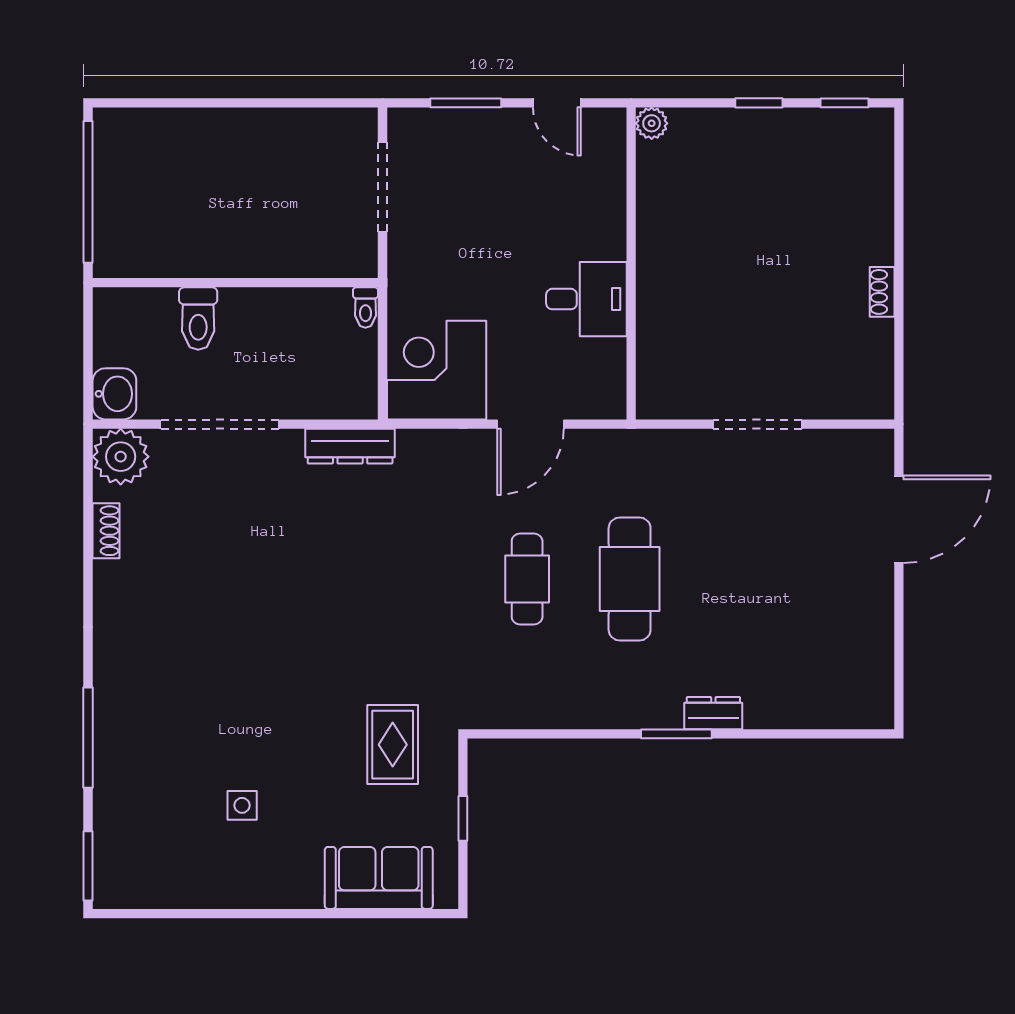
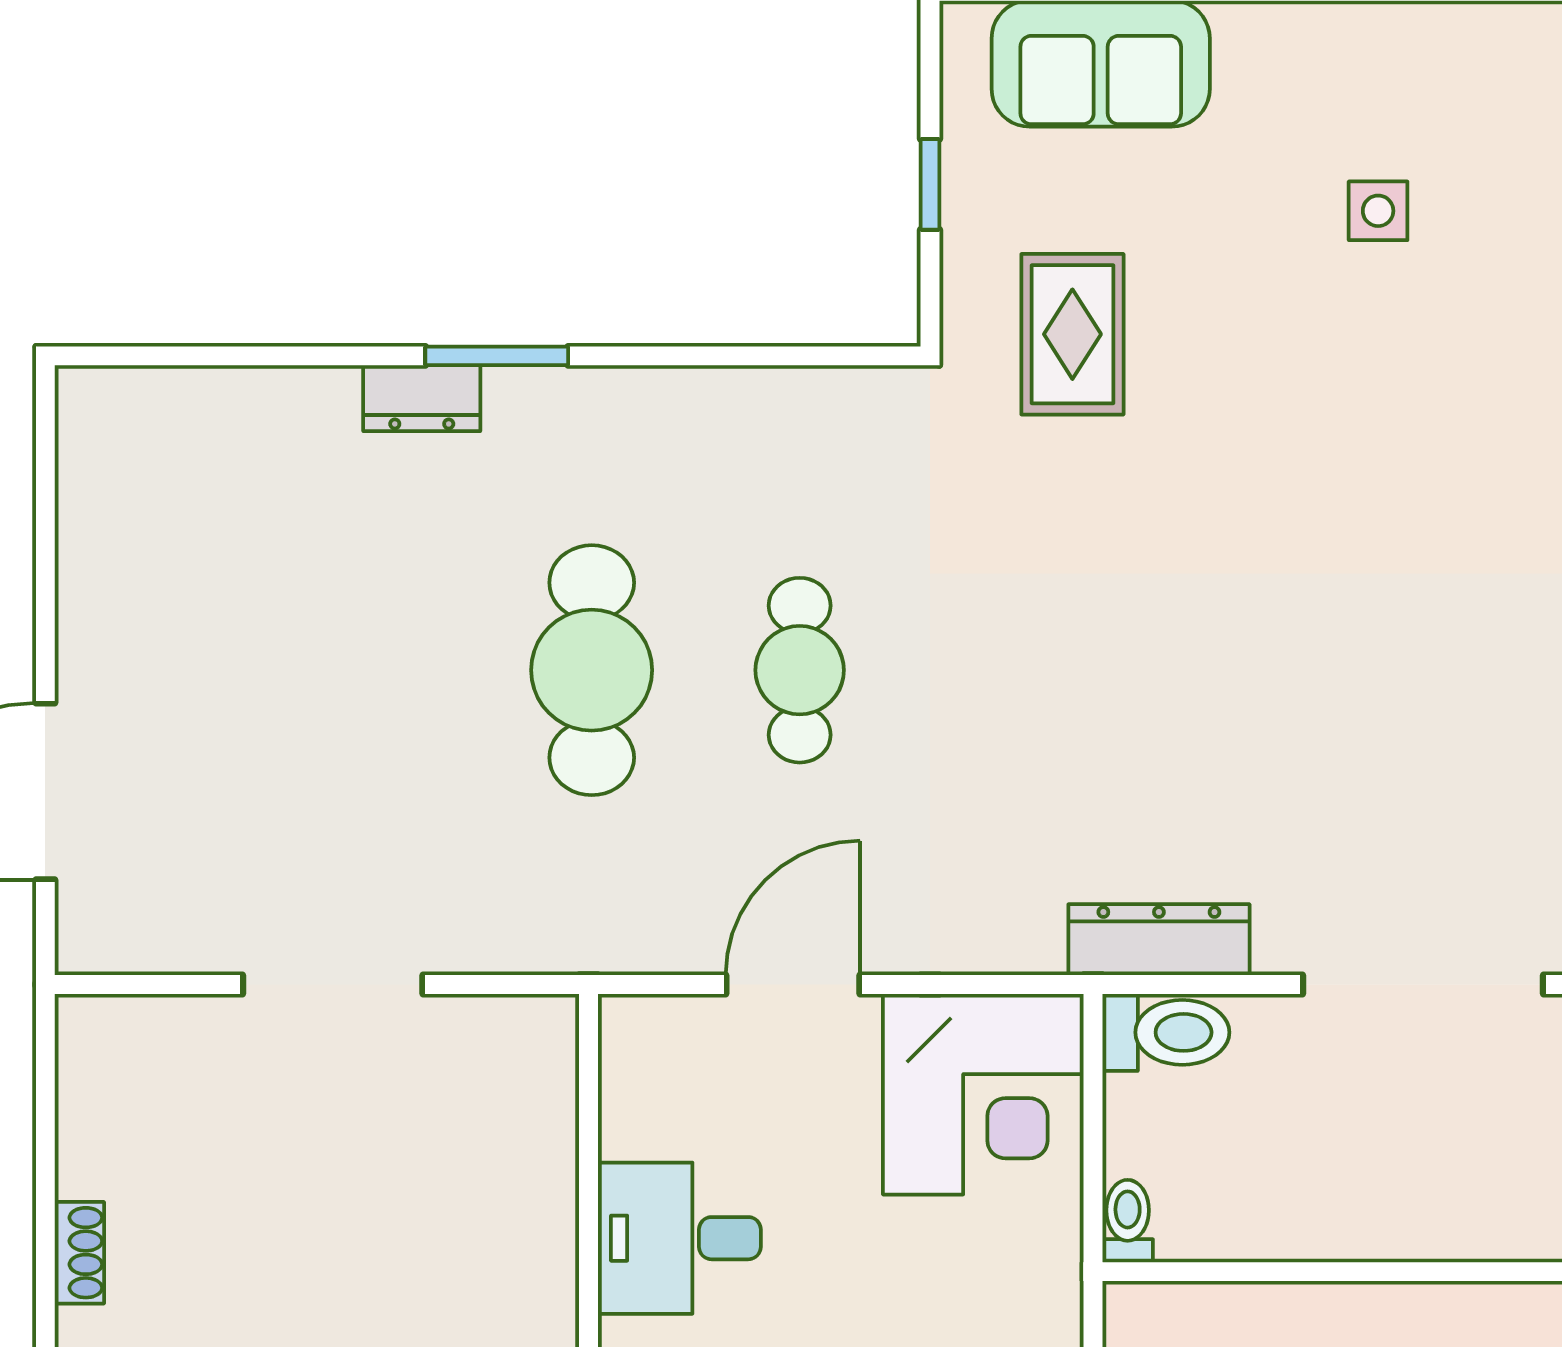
toilet: (198, 319) -> (1166, 1032), moved, turned 90

